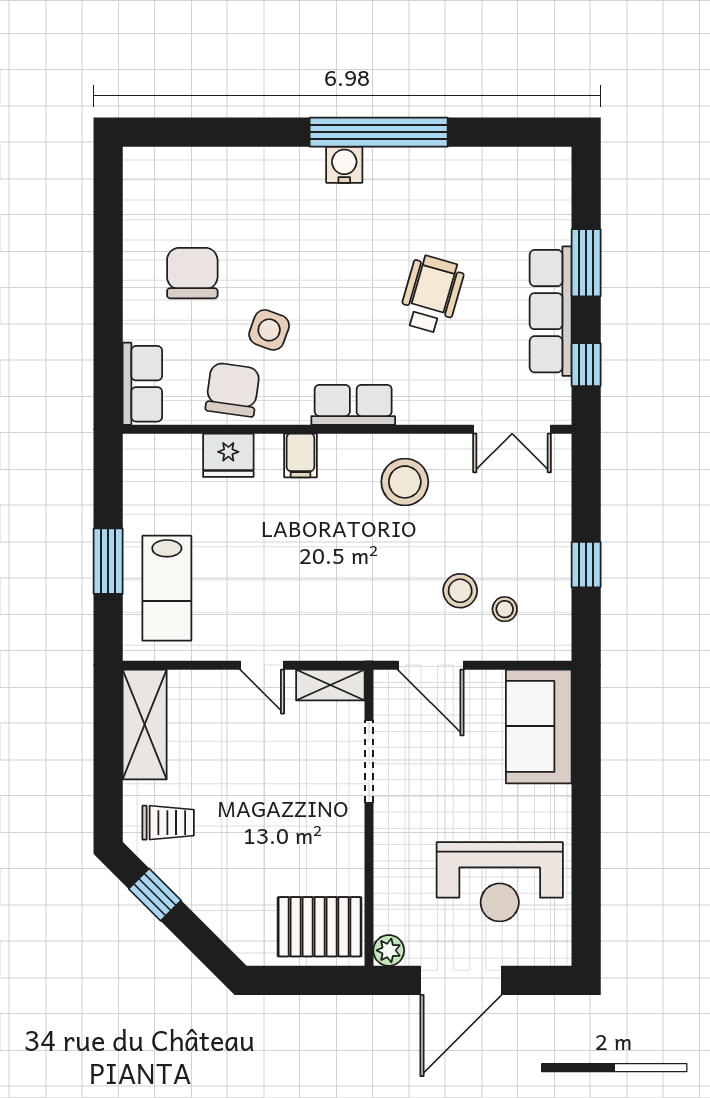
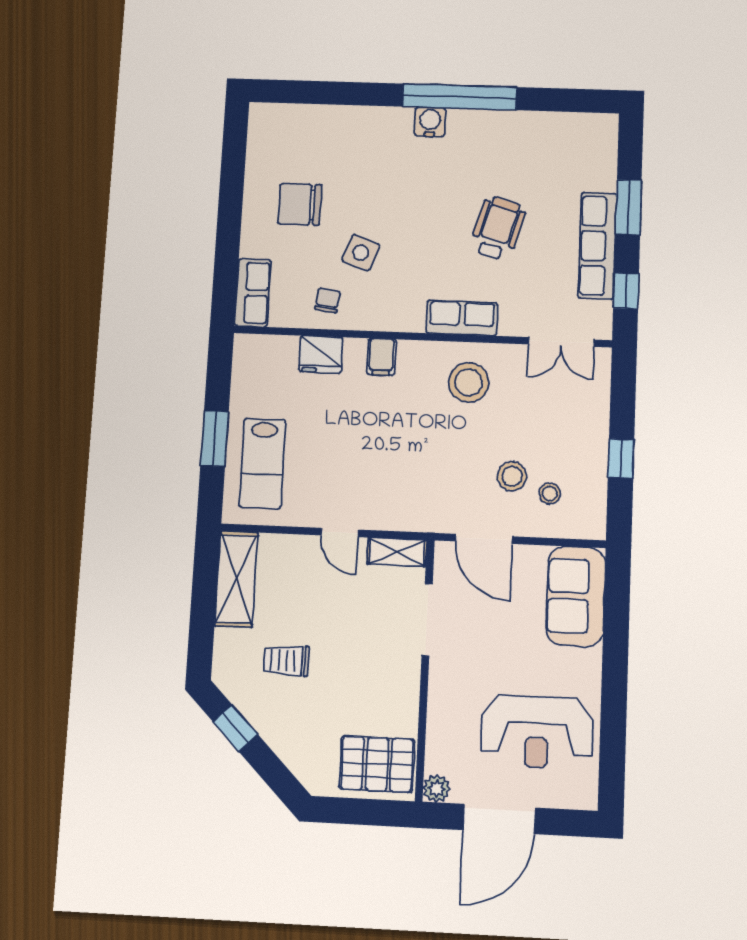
chair: (192, 273) -> (300, 204), turned -90
chair: (233, 390) -> (328, 300), width x0.54, depth x0.54
row of seats: (353, 405) -> (462, 318), moved
trolley: (168, 823) -> (286, 661), moved, turned 180

